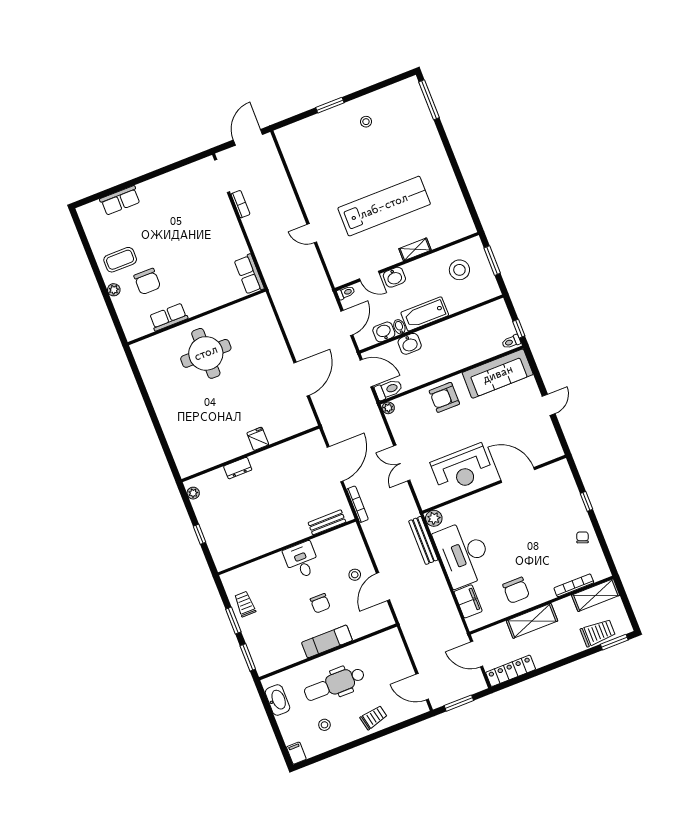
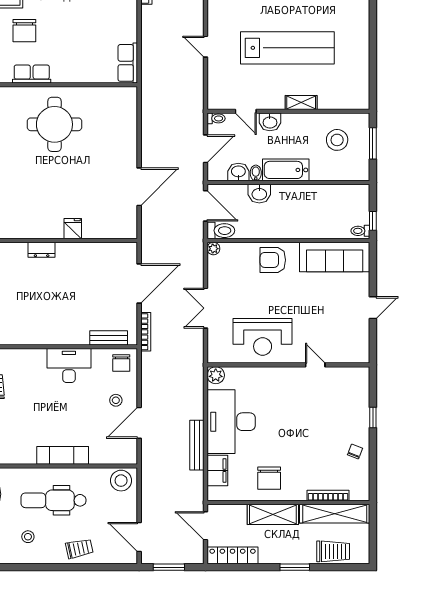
door: (518, 475) -> (315, 365), width x0.53
bench: (423, 540) -> (197, 445), moved
desk: (302, 560) -> (69, 365), width x1.37
shelving: (596, 595) -> (335, 514), width x1.47
chair: (320, 603) -> (121, 363), moved
window: (614, 642) -> (295, 567), moved
stool: (387, 643) -> (121, 481), added

